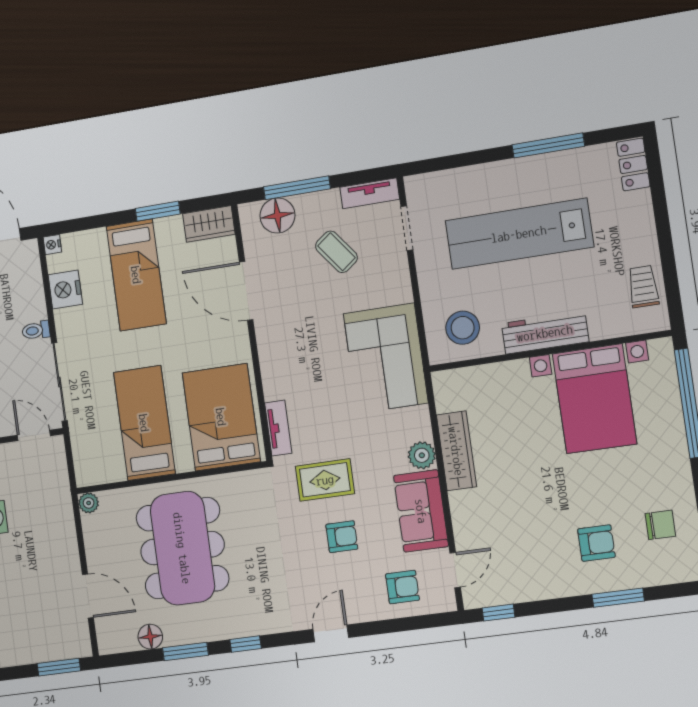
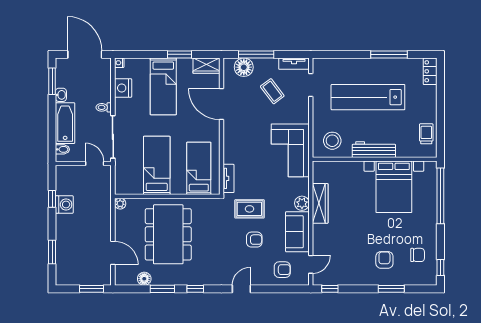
bed: (221, 417) -> (199, 168), width x0.67
armchair: (596, 543) -> (384, 260), turned -90

